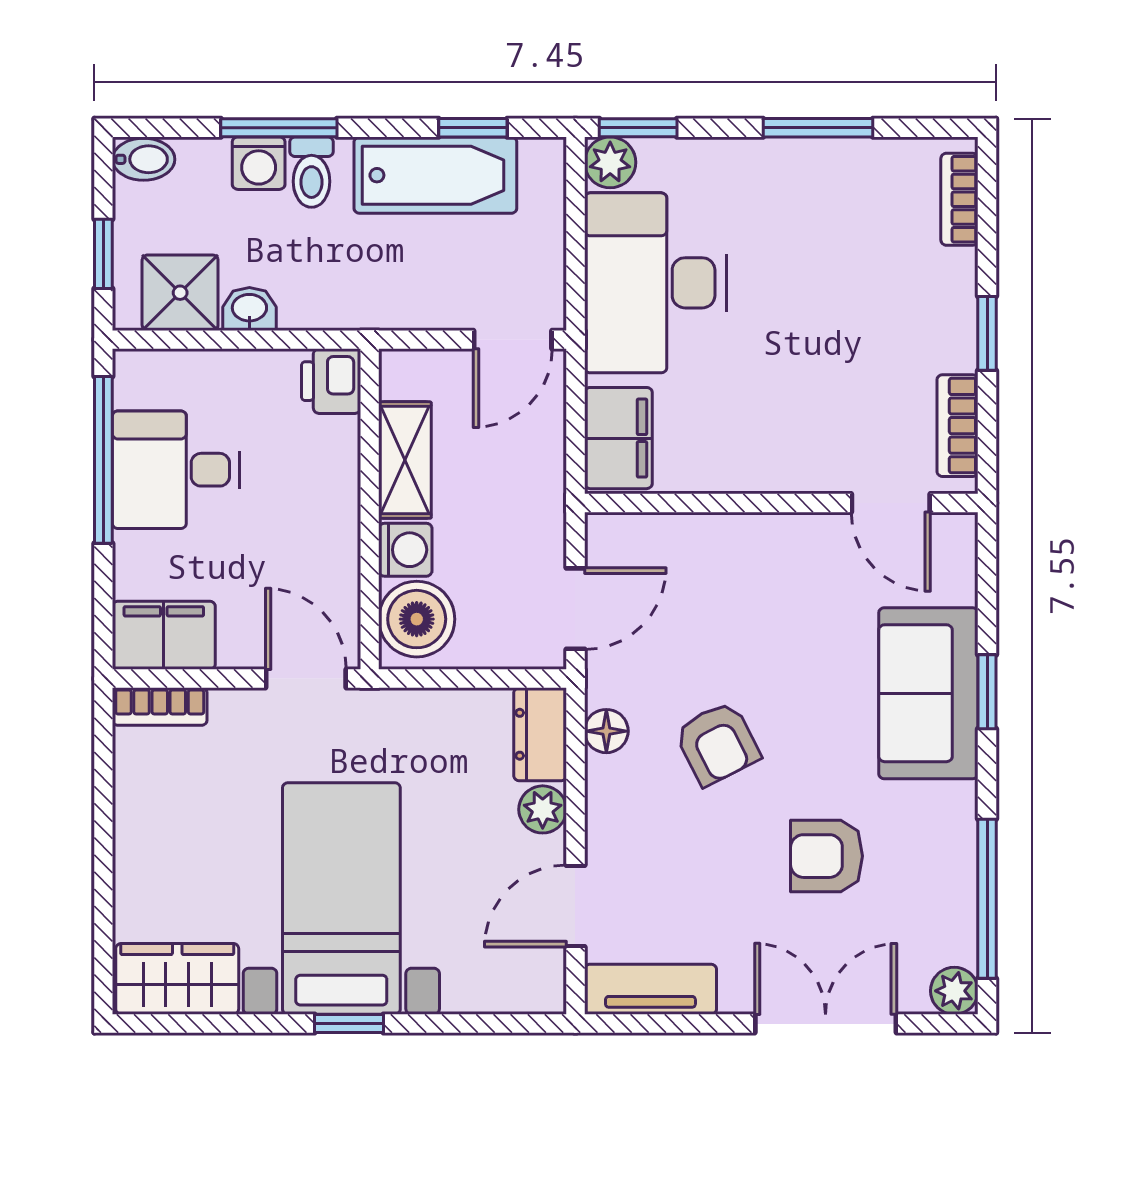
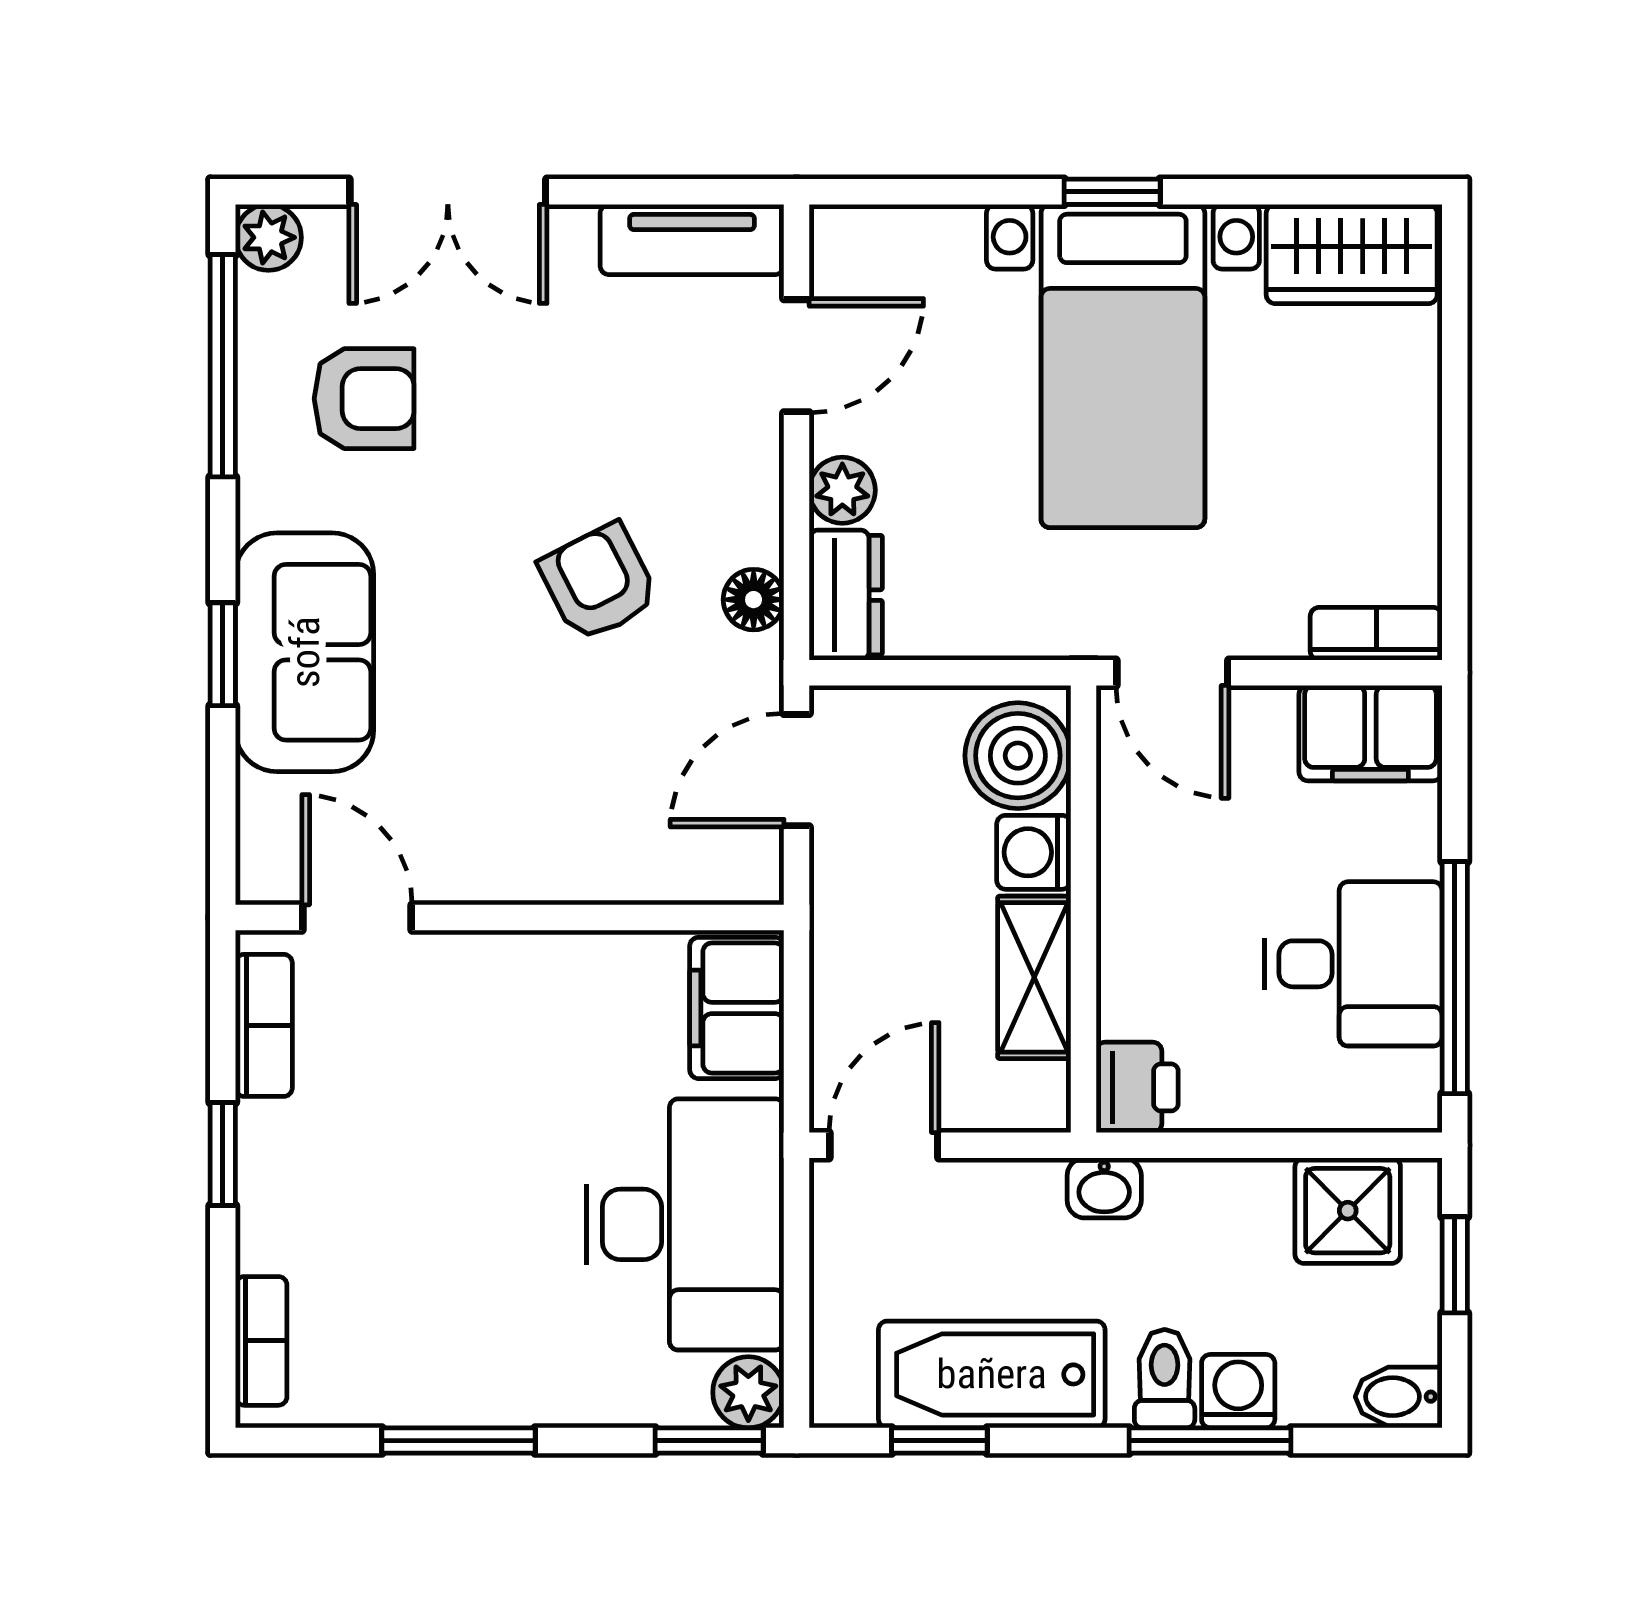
washbasin: (249, 309) -> (1104, 1188), moved
armchair: (826, 856) -> (364, 399), moved

